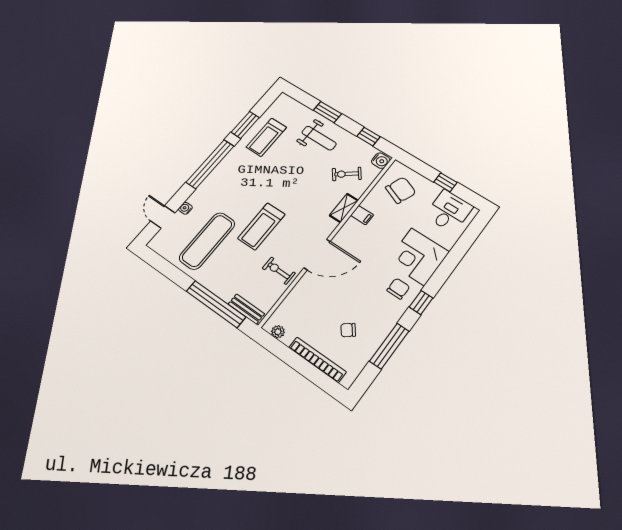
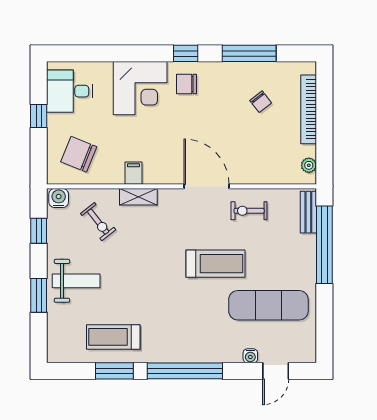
treadmill: (266, 137) -> (113, 337), turned 180
weight bench: (319, 138) -> (76, 281), turned 90
exercise bike: (279, 271) -> (249, 211), turned 90

